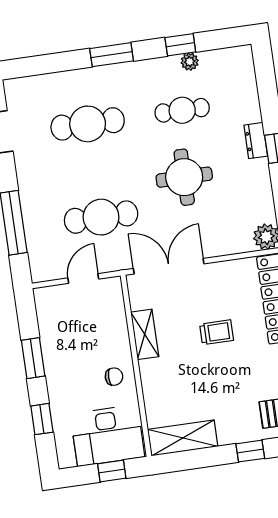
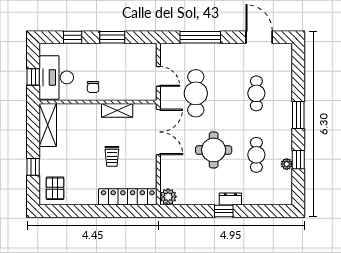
cafe table: (88, 124) -> (256, 93), width x0.73, depth x0.74

